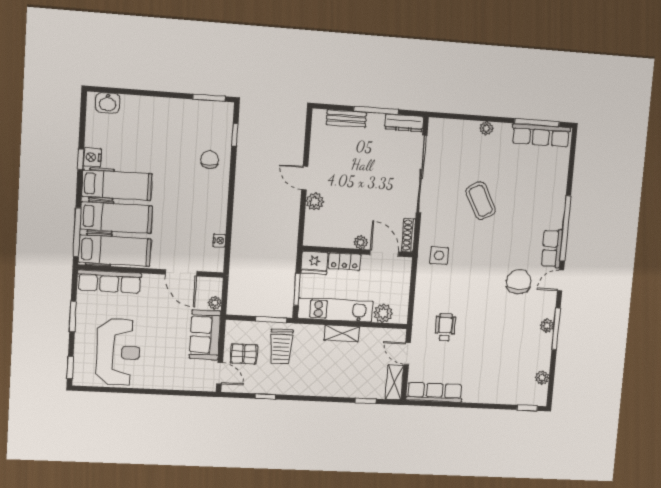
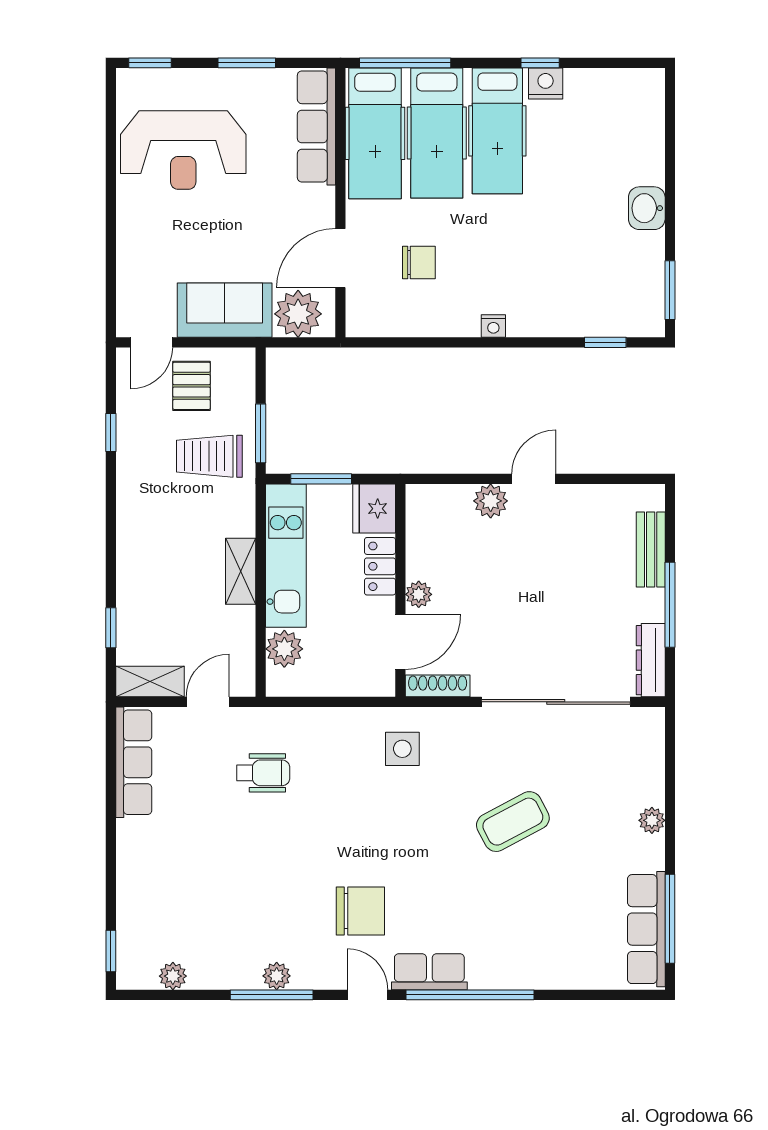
washbasin: (108, 103) -> (647, 208), moved
chair: (210, 160) -> (419, 262), moved
nightstand: (219, 241) -> (493, 326), moved
plant: (215, 303) -> (298, 314), width x1.88, depth x1.88

